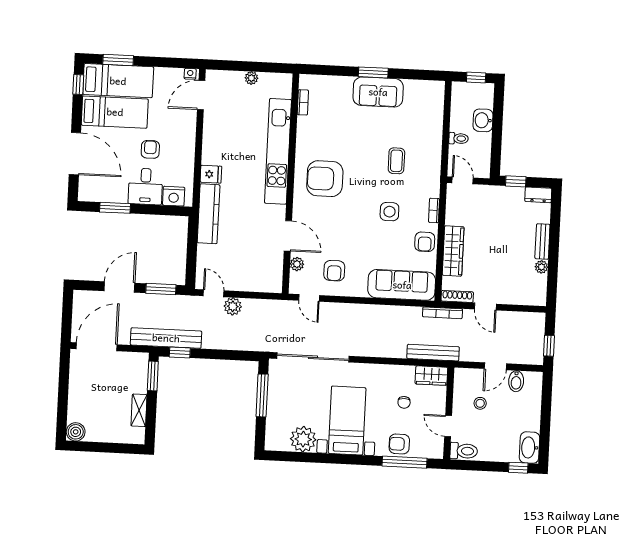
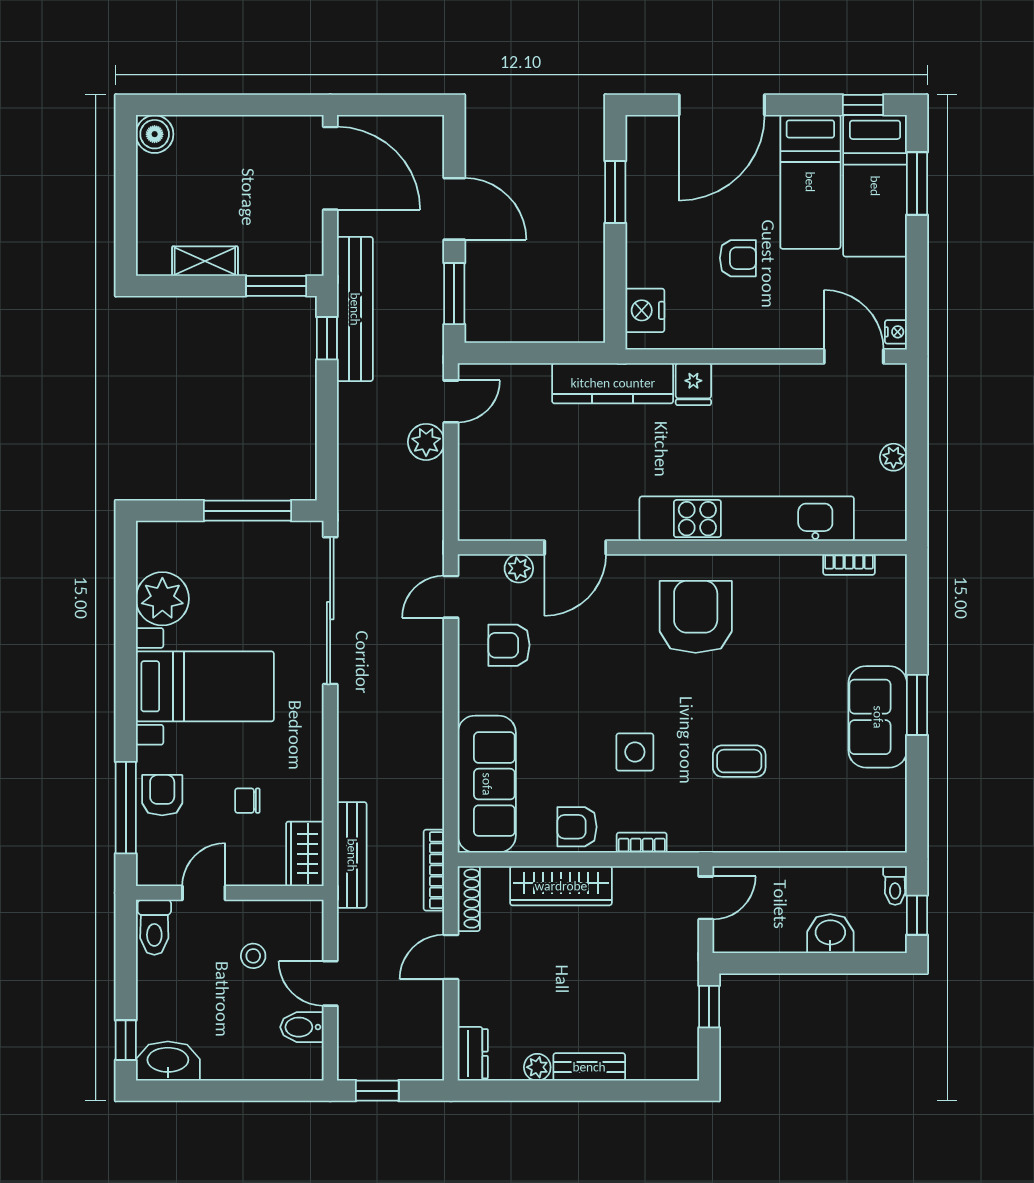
toilet: (459, 138) -> (895, 885), moved
desk: (145, 186) -> (662, 252), removed
dresser: (538, 195) -> (473, 1054), moved, turned 180

